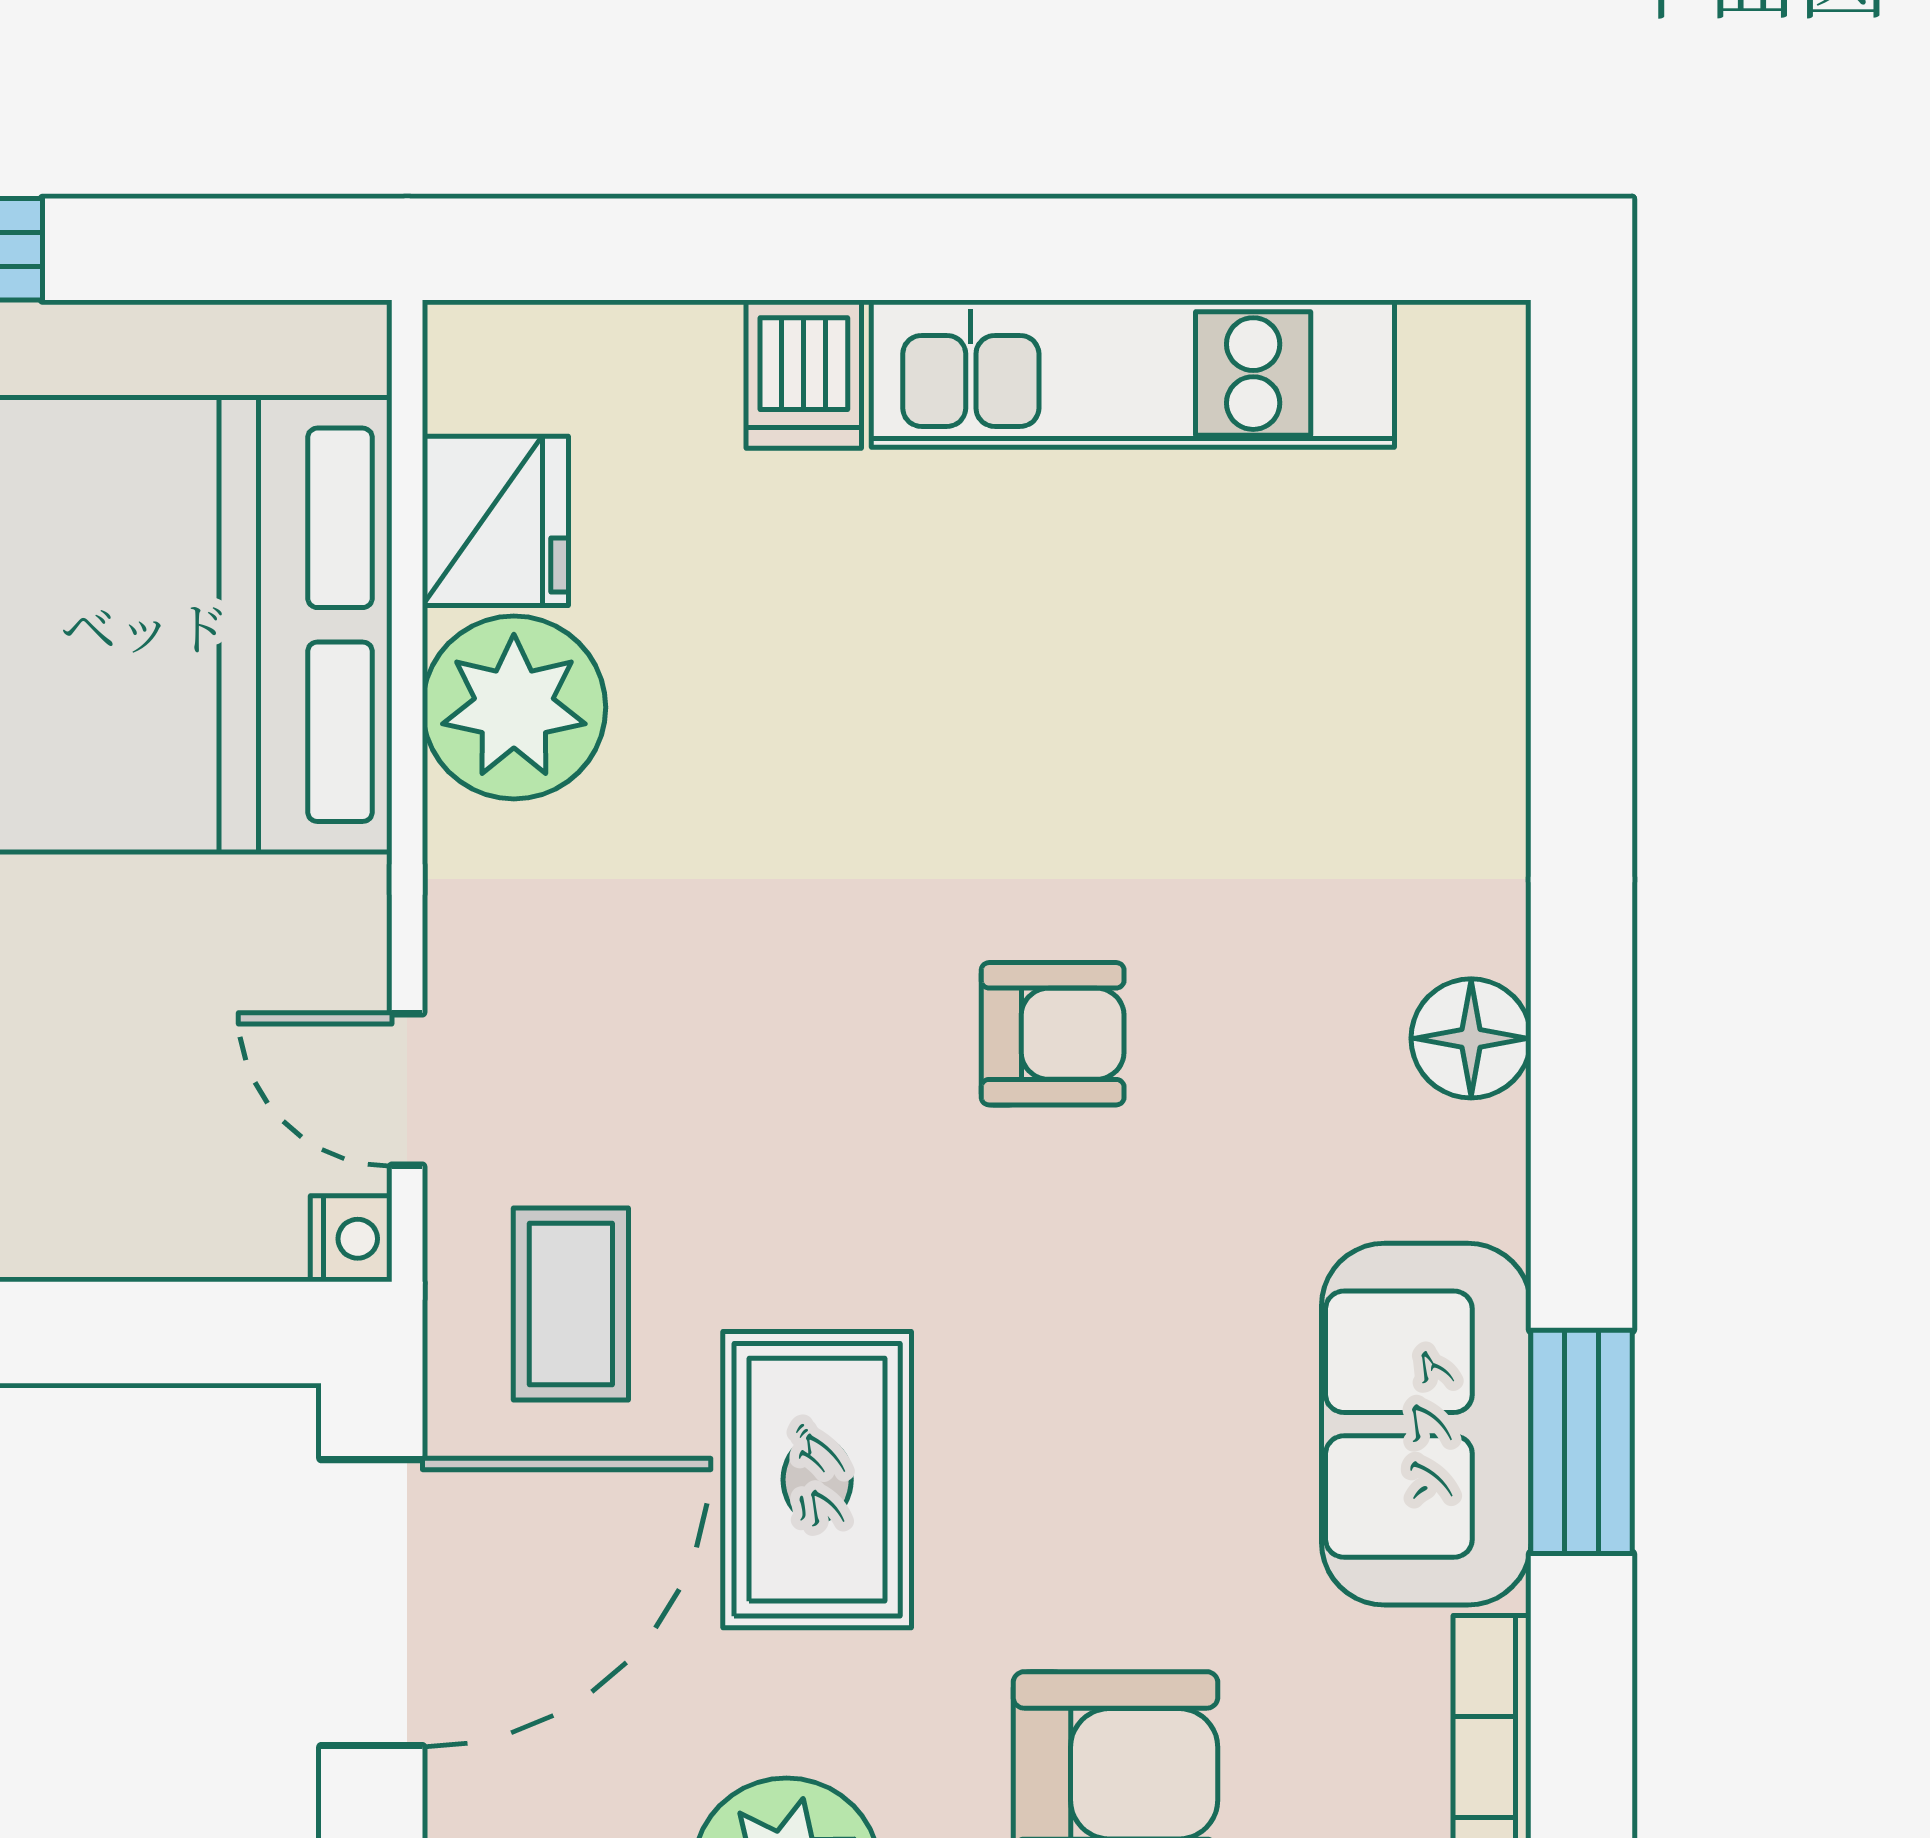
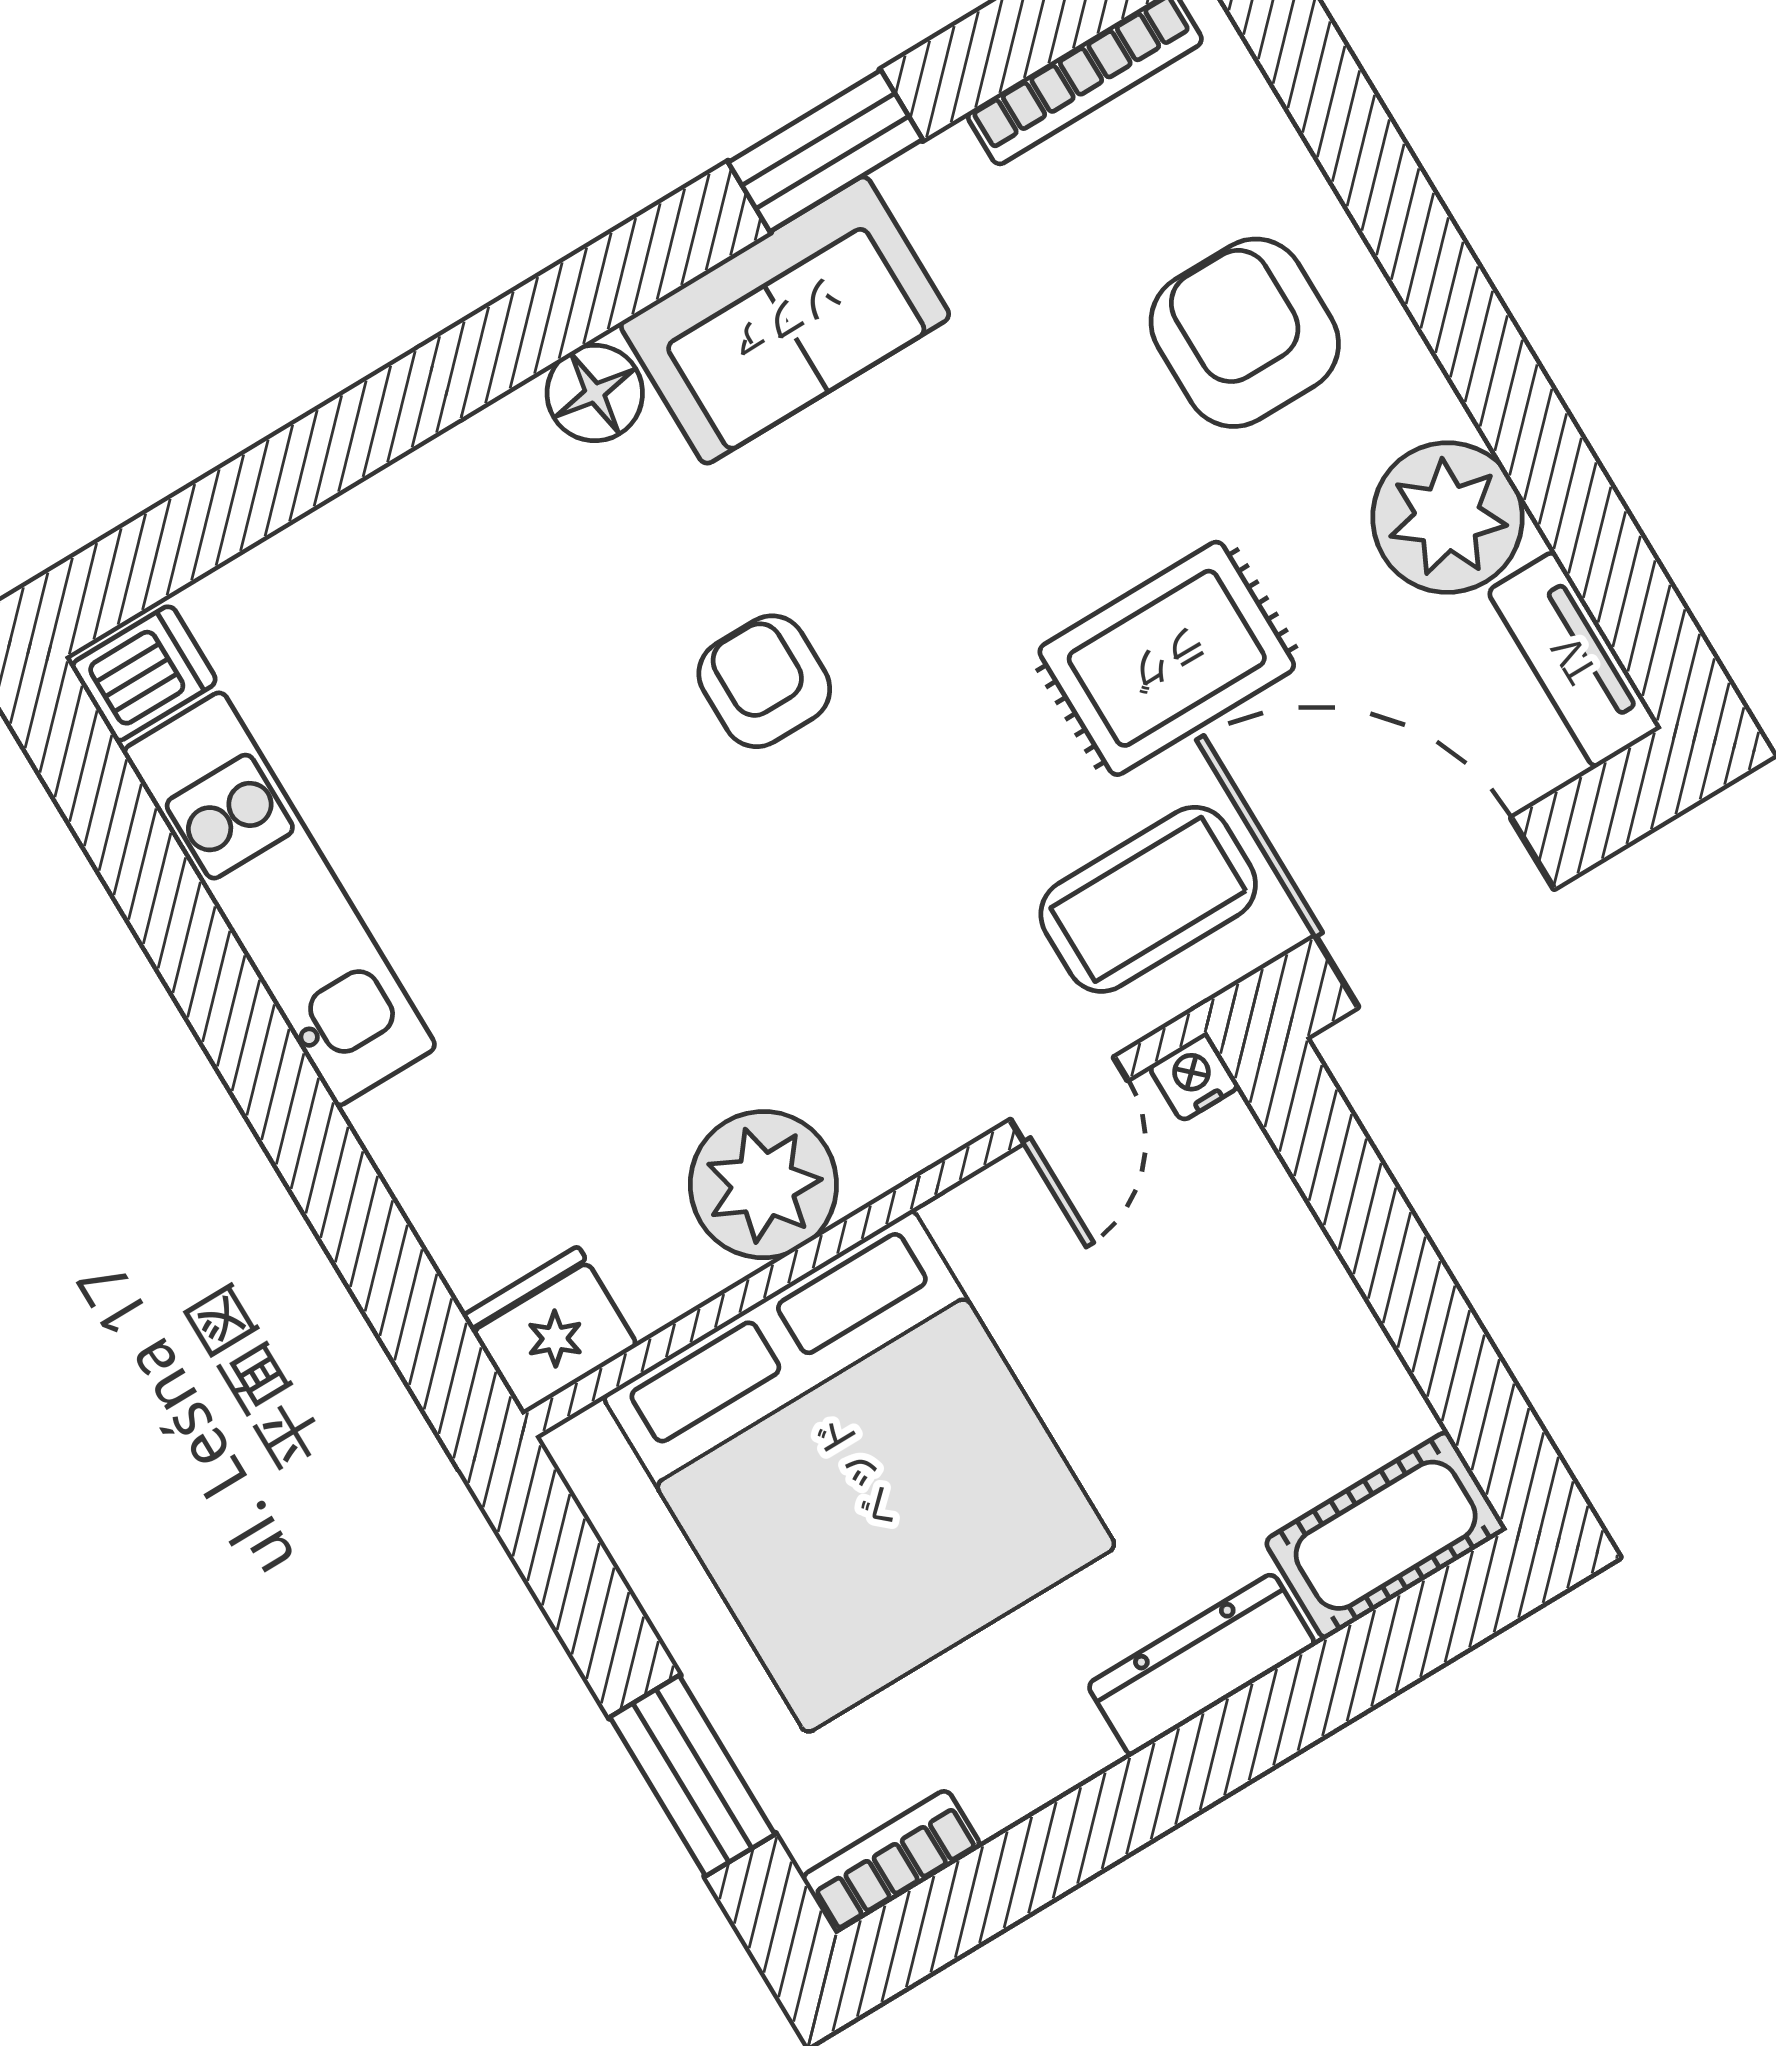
dishwasher: (804, 374) -> (144, 673), moved
fridge: (495, 521) -> (550, 1331), moved
coffee table: (571, 1304) -> (1148, 899), width x1.36, depth x1.30
sofa: (1426, 1424) -> (785, 320), moved

